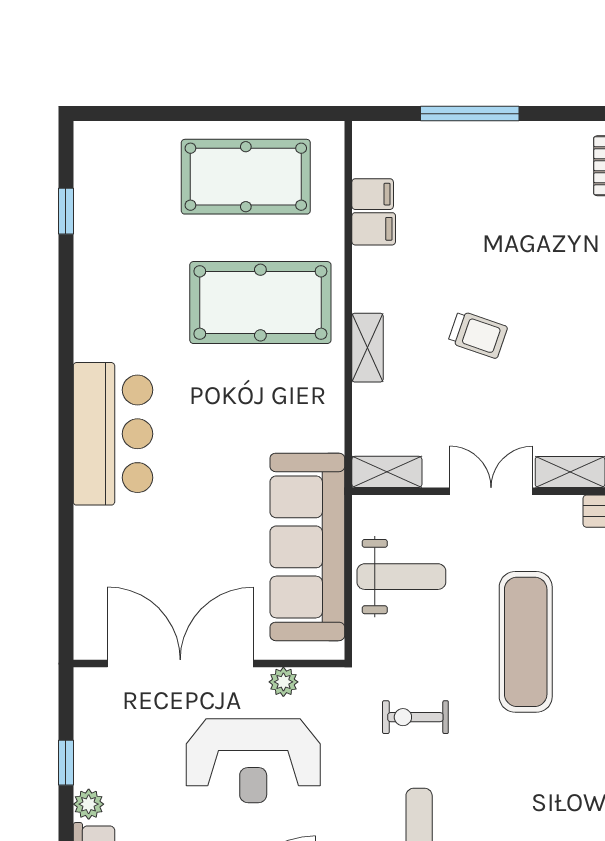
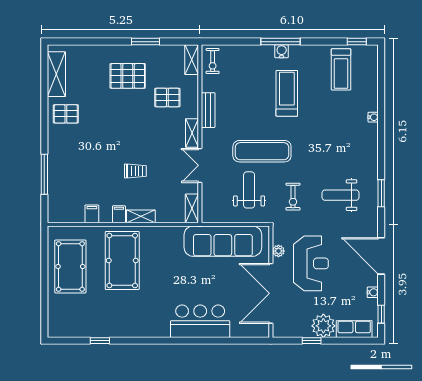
filing cabinet: (373, 194) -> (119, 214), moved
window: (66, 211) -> (100, 341), moved
trolley: (478, 335) -> (135, 171), turned 71
bar counter: (113, 434) -> (200, 321), moved
weight bench: (401, 577) -> (249, 190), moved
plant: (89, 804) -> (323, 326), width x1.88, depth x1.88

